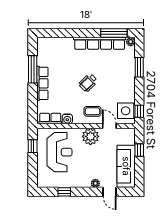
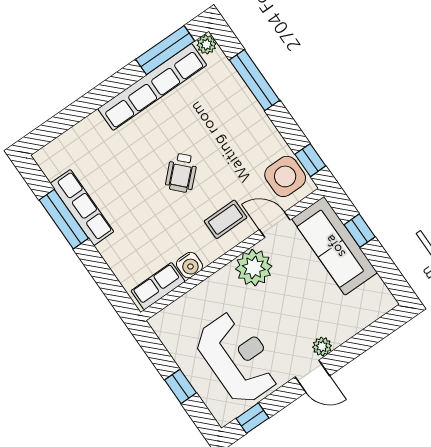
window: (139, 67) -> (255, 80), width x1.44
row of seats: (42, 83) -> (82, 208), moved
window: (33, 146) -> (180, 386), moved
reception desk: (59, 152) -> (238, 358), moved
sofa: (126, 166) -> (335, 246), moved
window: (64, 192) -> (252, 418), moved
door: (109, 192) -> (312, 376), moved

